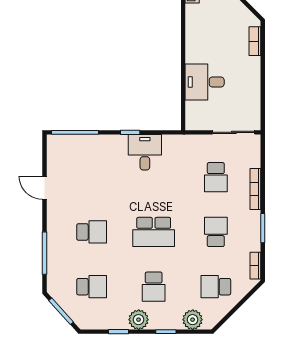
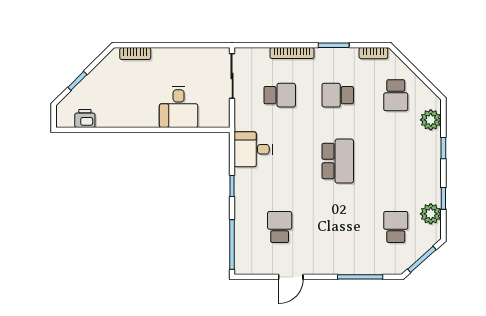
desk: (145, 152) -> (253, 149), moved
school desk: (92, 232) -> (280, 227), moved
school desk: (154, 287) -> (396, 161), removed
plant: (139, 320) -> (431, 214), moved

